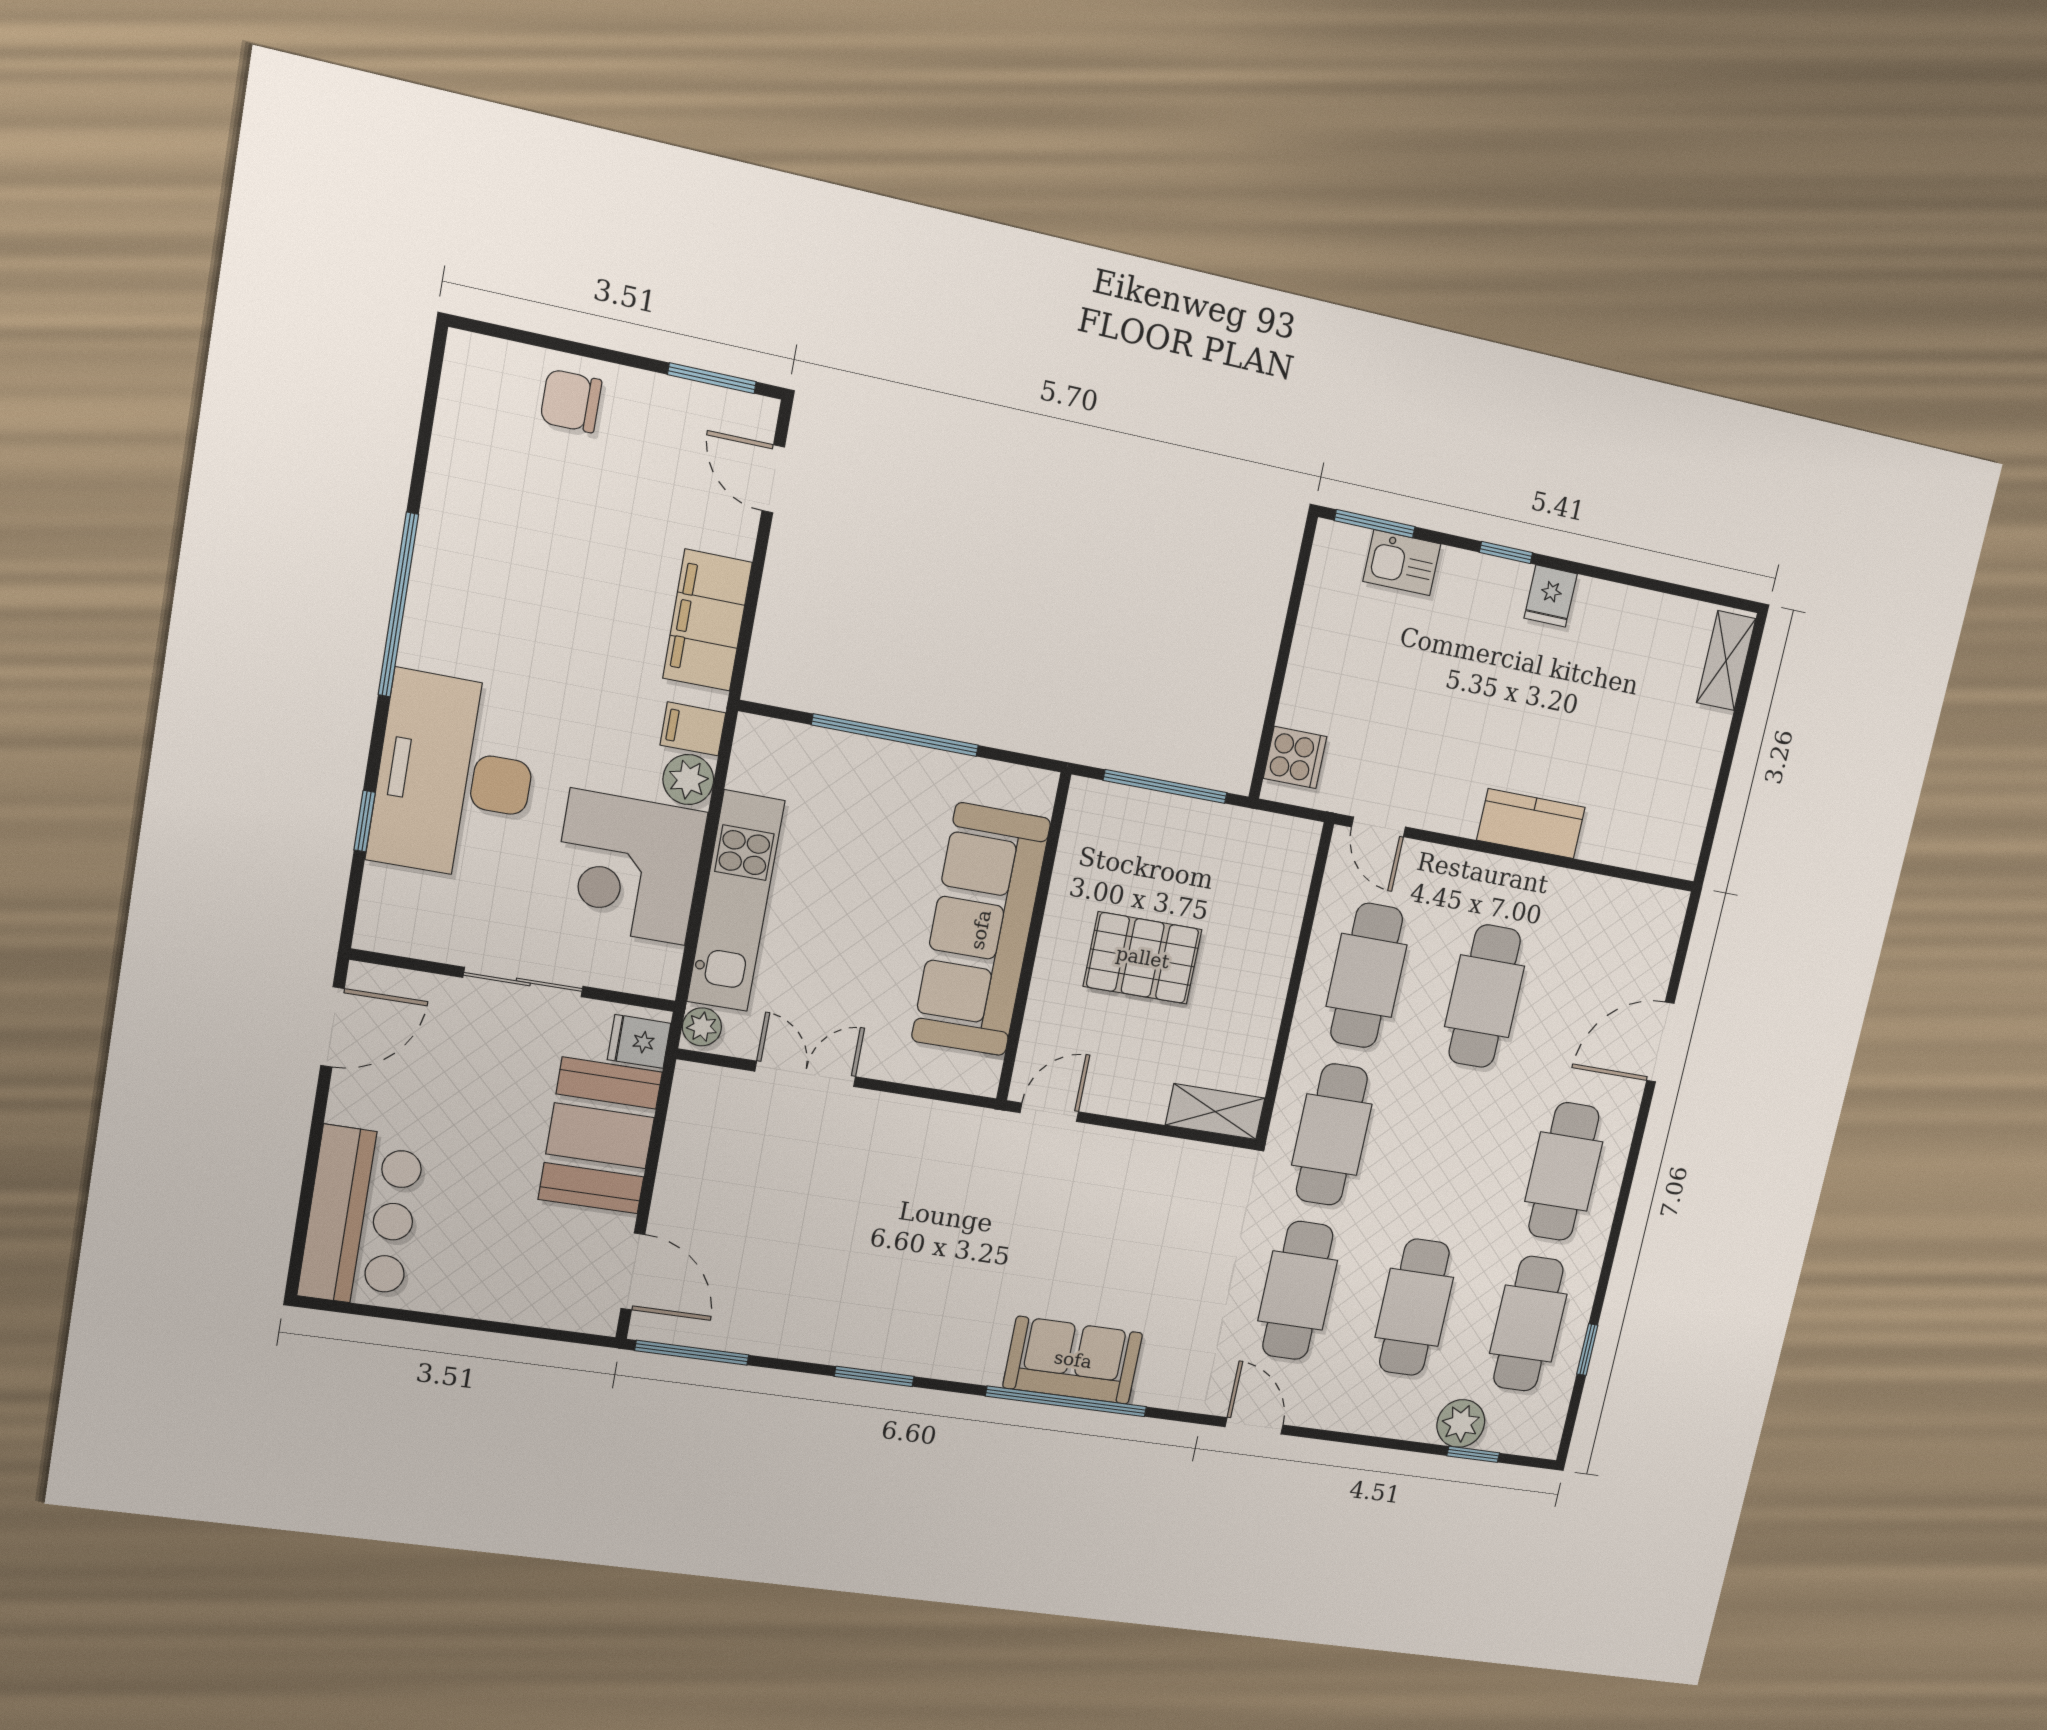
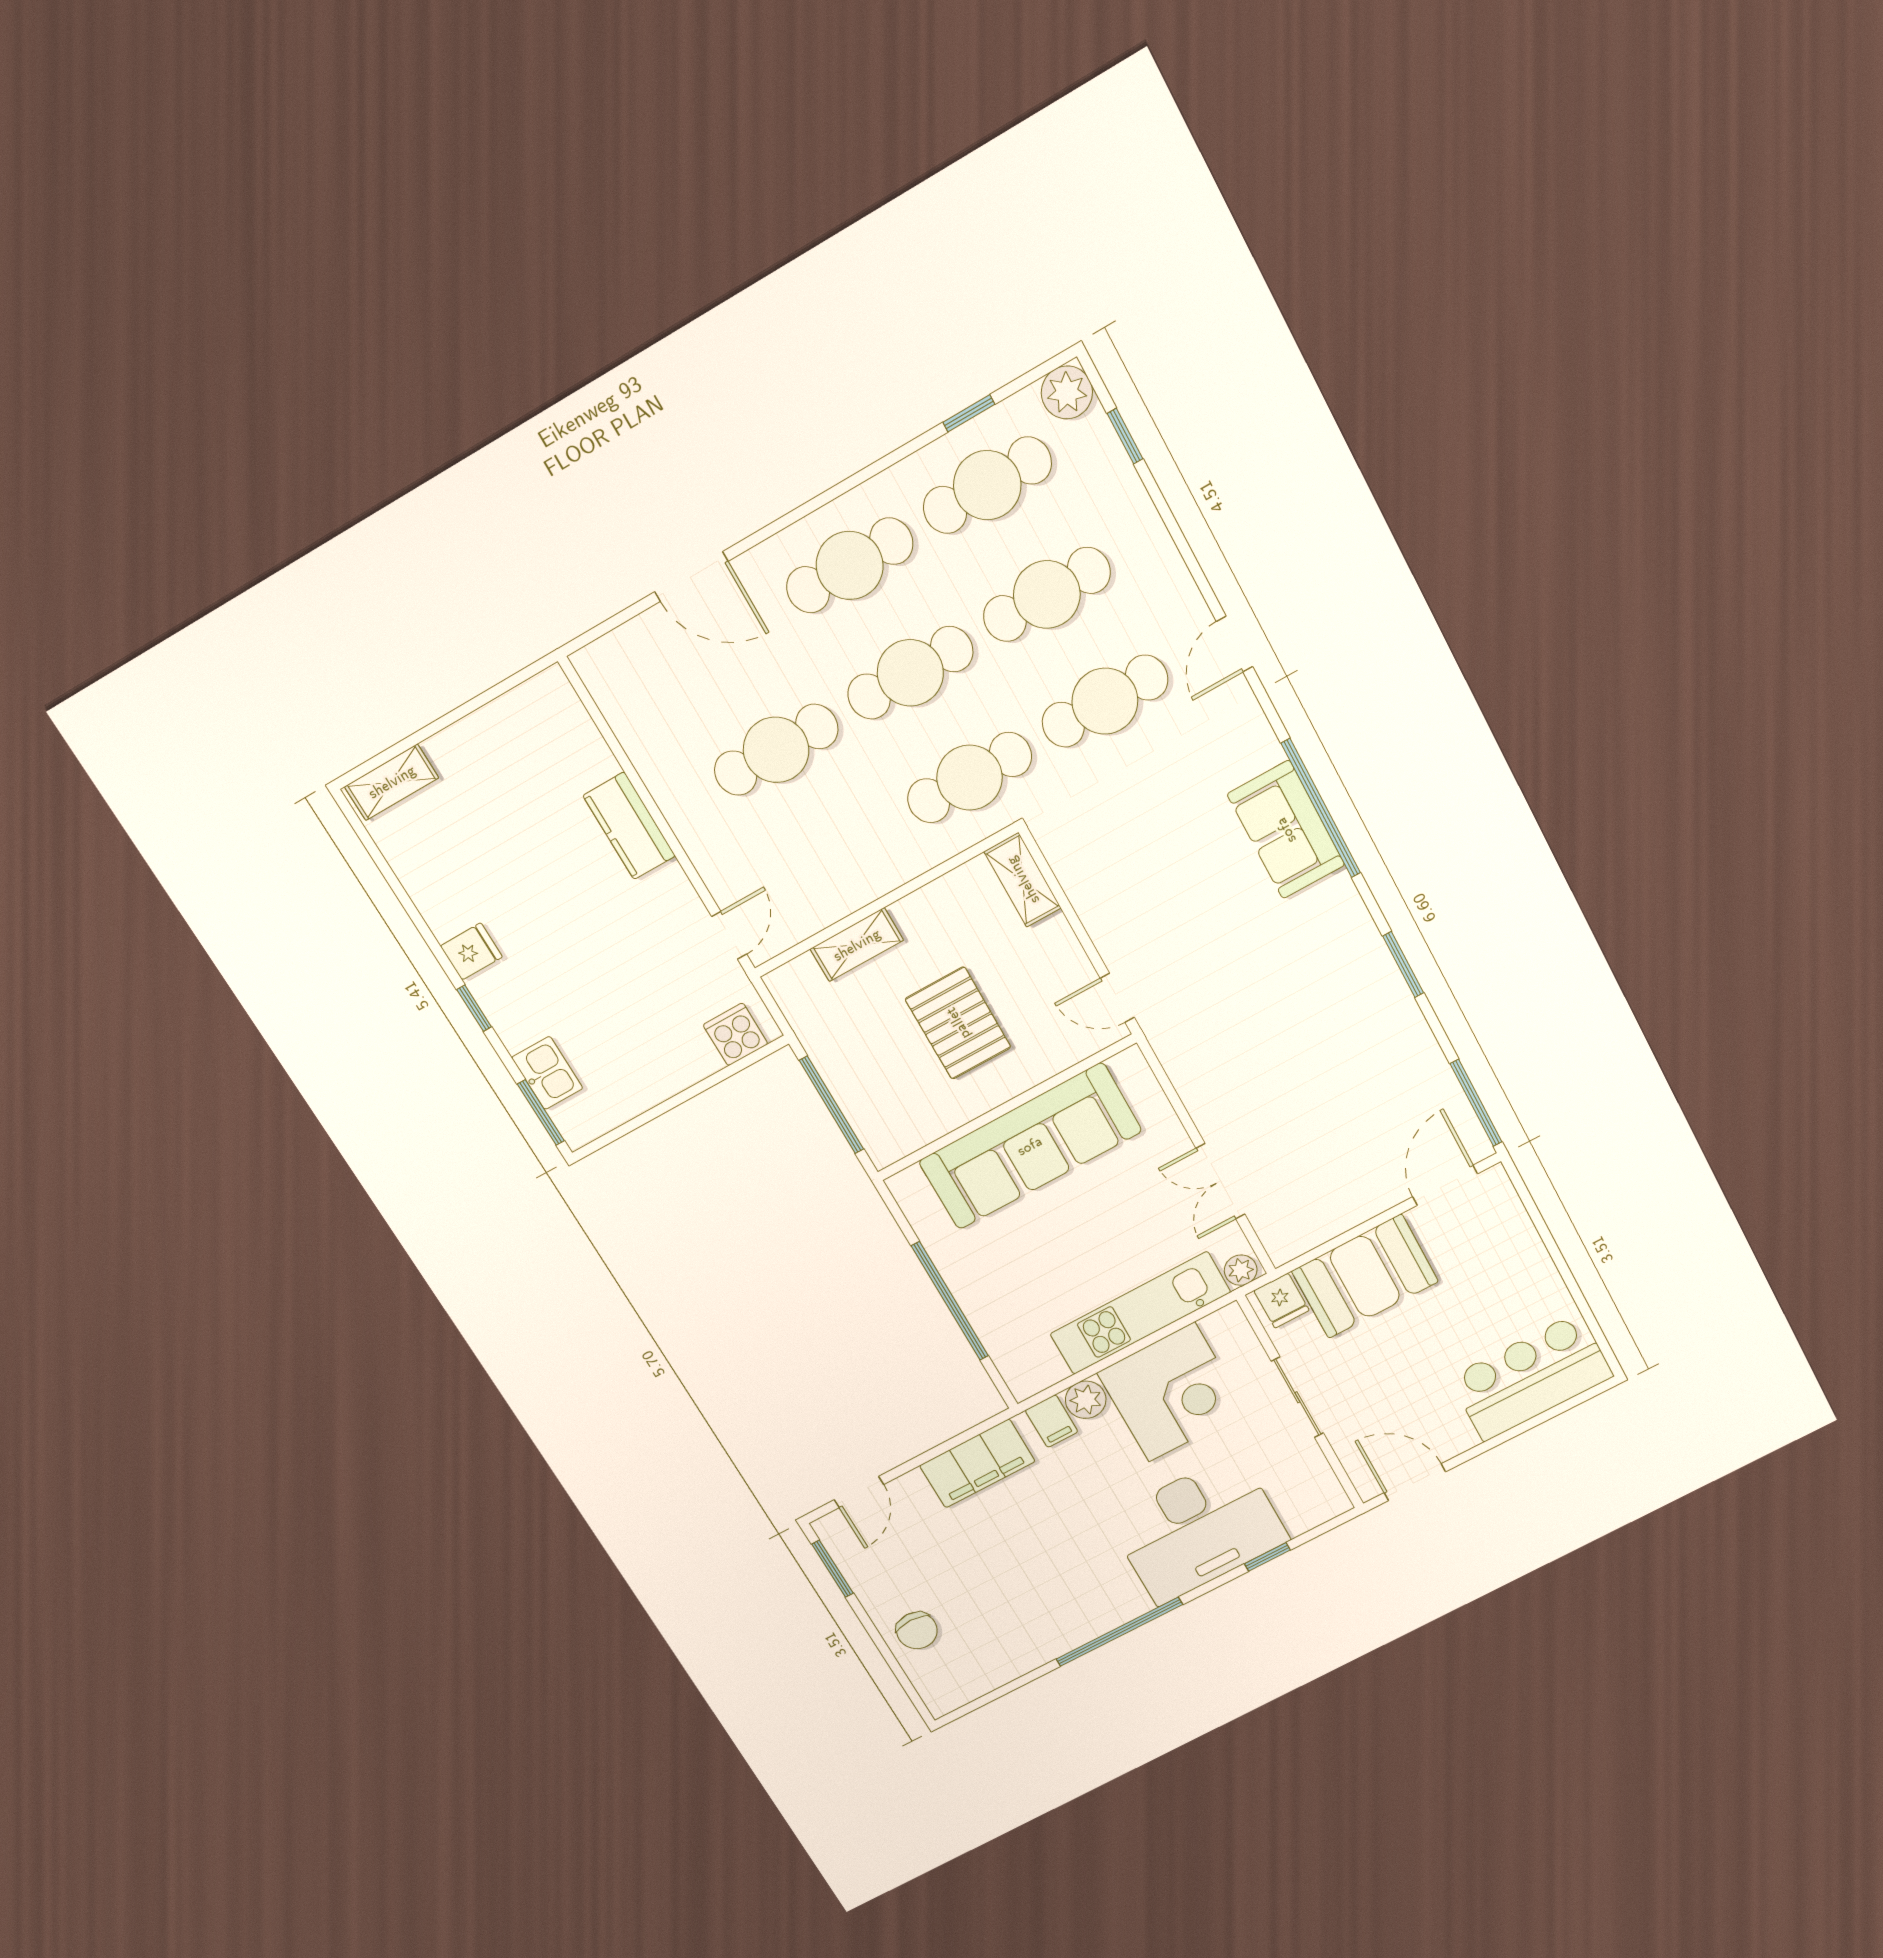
shelving: (1280, 928) -> (857, 945), added
cafe table: (1367, 976) -> (910, 673), moved
plant: (1461, 1423) -> (1067, 392), moved

